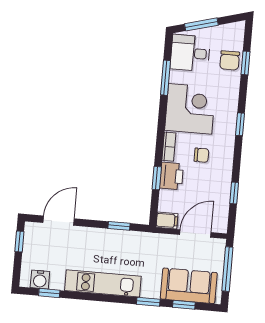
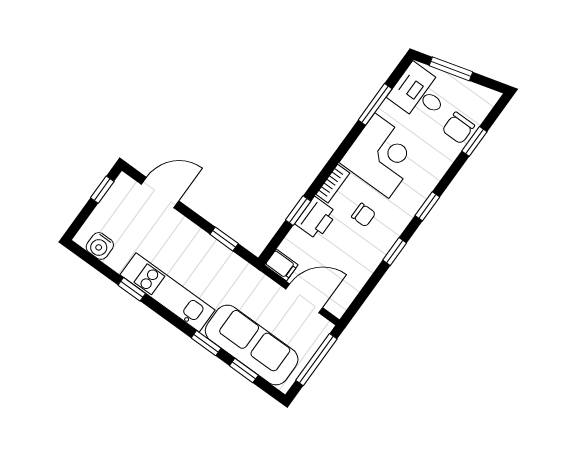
window: (234, 193) -> (395, 251), moved
sofa: (189, 286) -> (252, 345), width x1.36
window: (49, 293) -> (132, 289), moved

